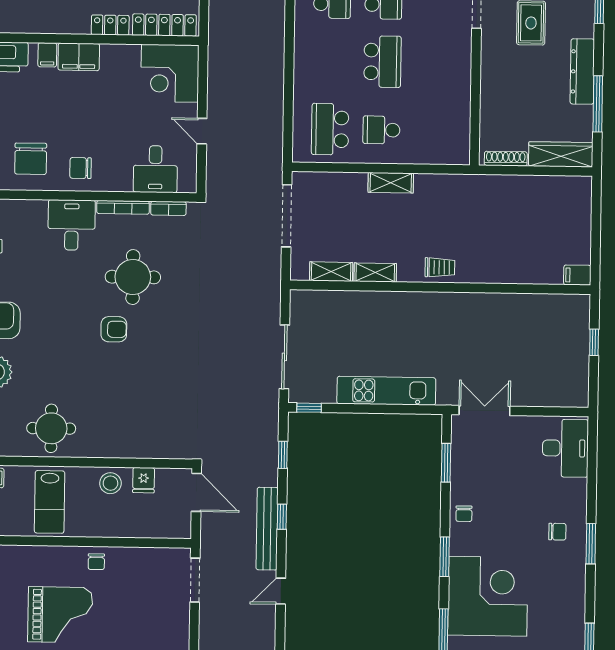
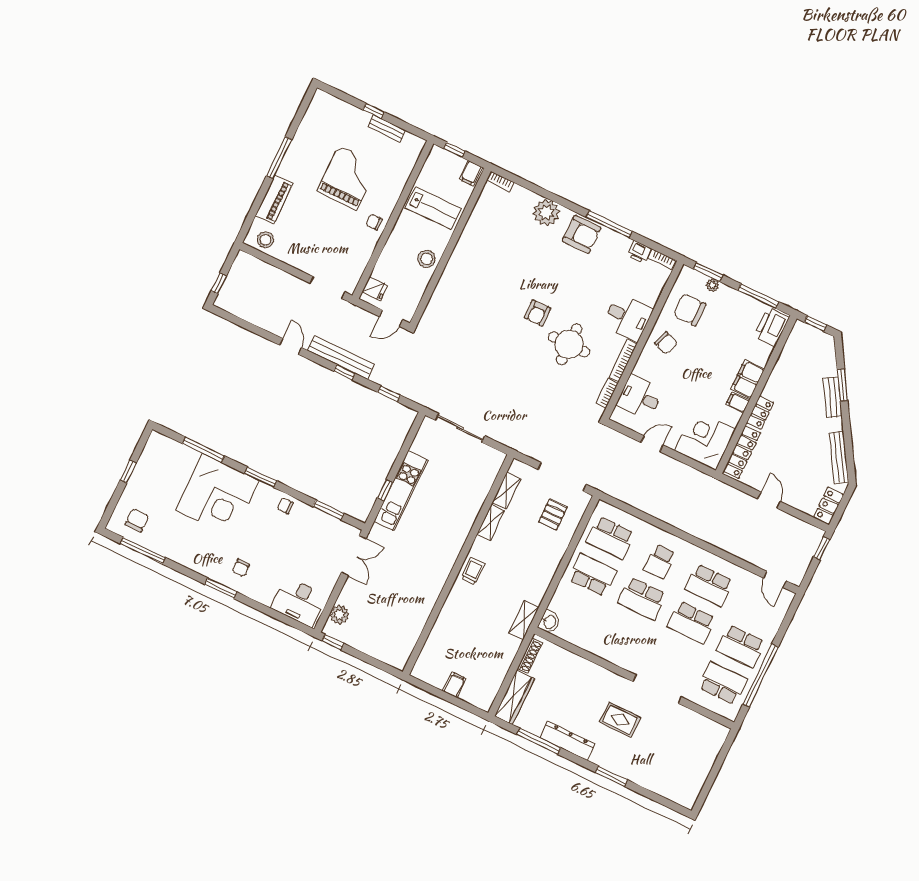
filing cabinet: (47, 55) -> (738, 402), moved
school desk: (331, 61) -> (660, 562), added
school desk: (330, 129) -> (610, 538), turned 180
school desk: (381, 130) -> (593, 575), width x1.85
washbasin: (457, 154) -> (550, 622), added
chair: (81, 168) -> (666, 343), turned 110
shelving: (391, 183) -> (524, 620), moved
pallet: (334, 206) -> (553, 515), added
trolley: (440, 267) -> (473, 571), turned 180
filing cabinet: (577, 275) -> (455, 685), moved
window: (594, 342) -> (333, 642), moved
plant: (559, 395) -> (340, 615), added
window: (309, 408) -> (385, 490), moved
round table: (51, 428) -> (486, 234), removed
fridge: (144, 480) -> (375, 289), moved, turned 180
door: (196, 492) -> (391, 318), width x0.73
lab bench: (50, 502) -> (433, 208), turned 180
grand piano: (60, 615) -> (348, 178), turned 180

